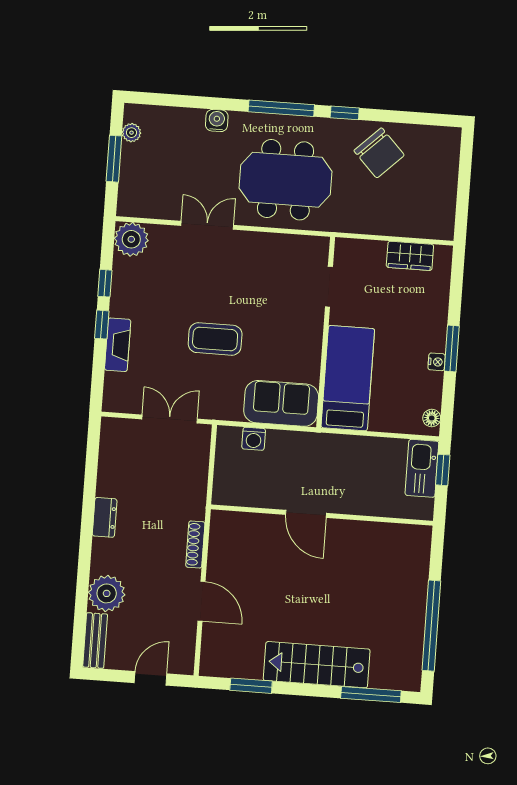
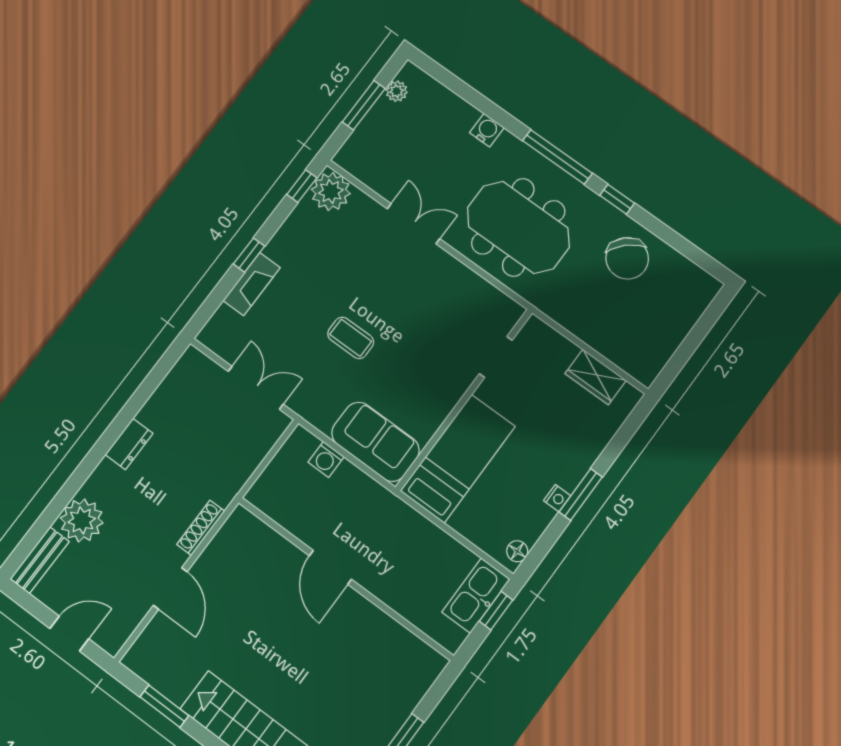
window: (105, 283) -> (302, 186), moved
coffee table: (215, 339) -> (351, 338), width x0.73, depth x0.77

